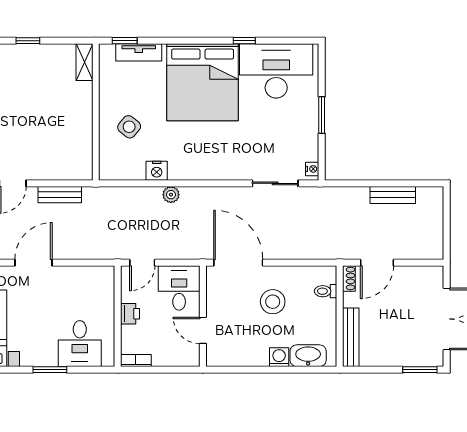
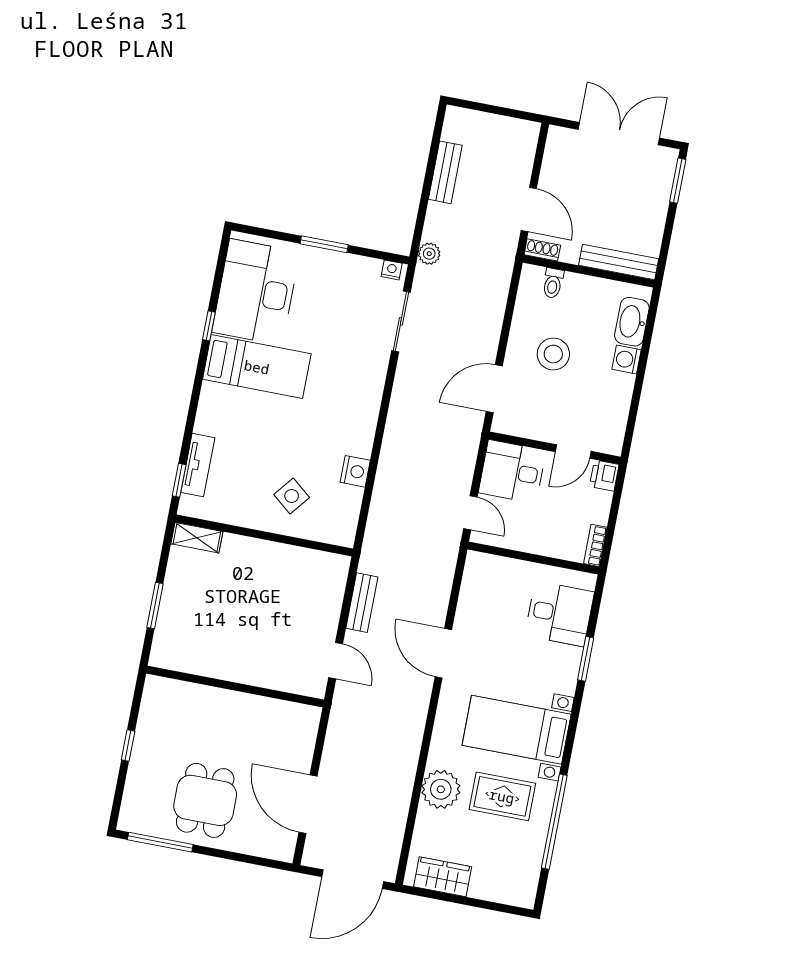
window: (28, 41) -> (155, 606), width x1.50
bed: (203, 82) -> (257, 367), width x0.49
plant: (171, 195) -> (429, 254), moved
door: (238, 263) -> (494, 389), width x0.73
printer: (130, 314) -> (604, 475), moved, turned -90

